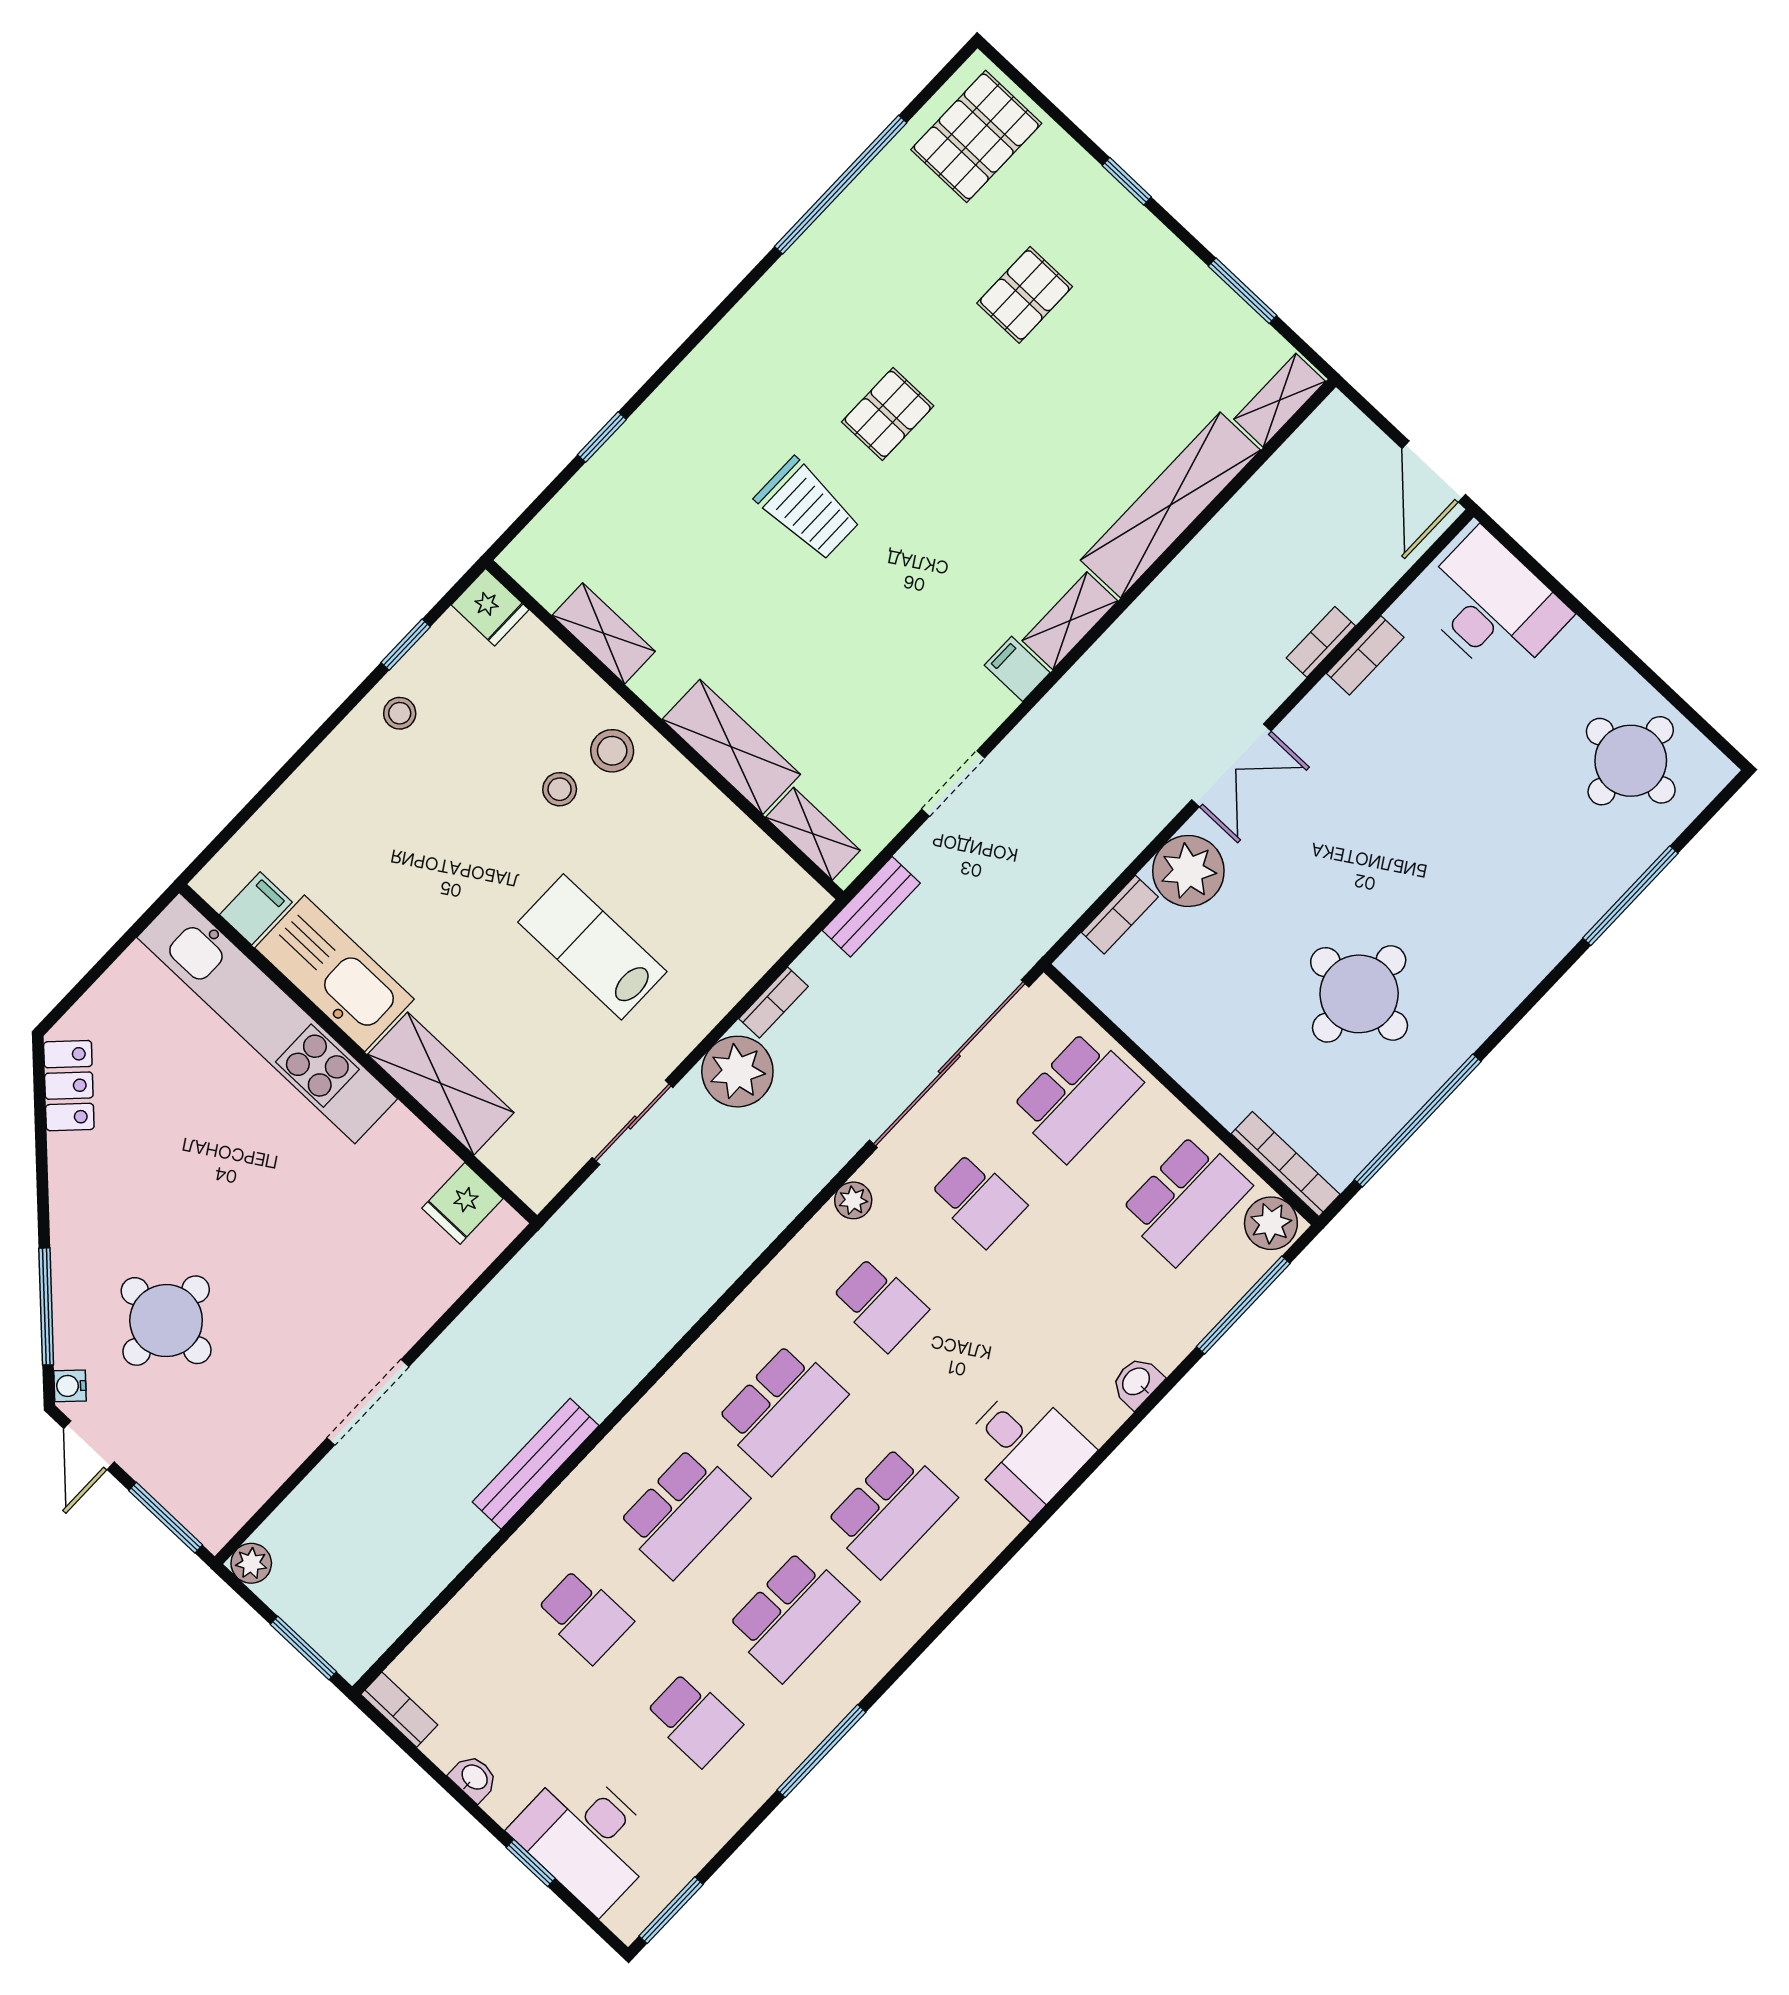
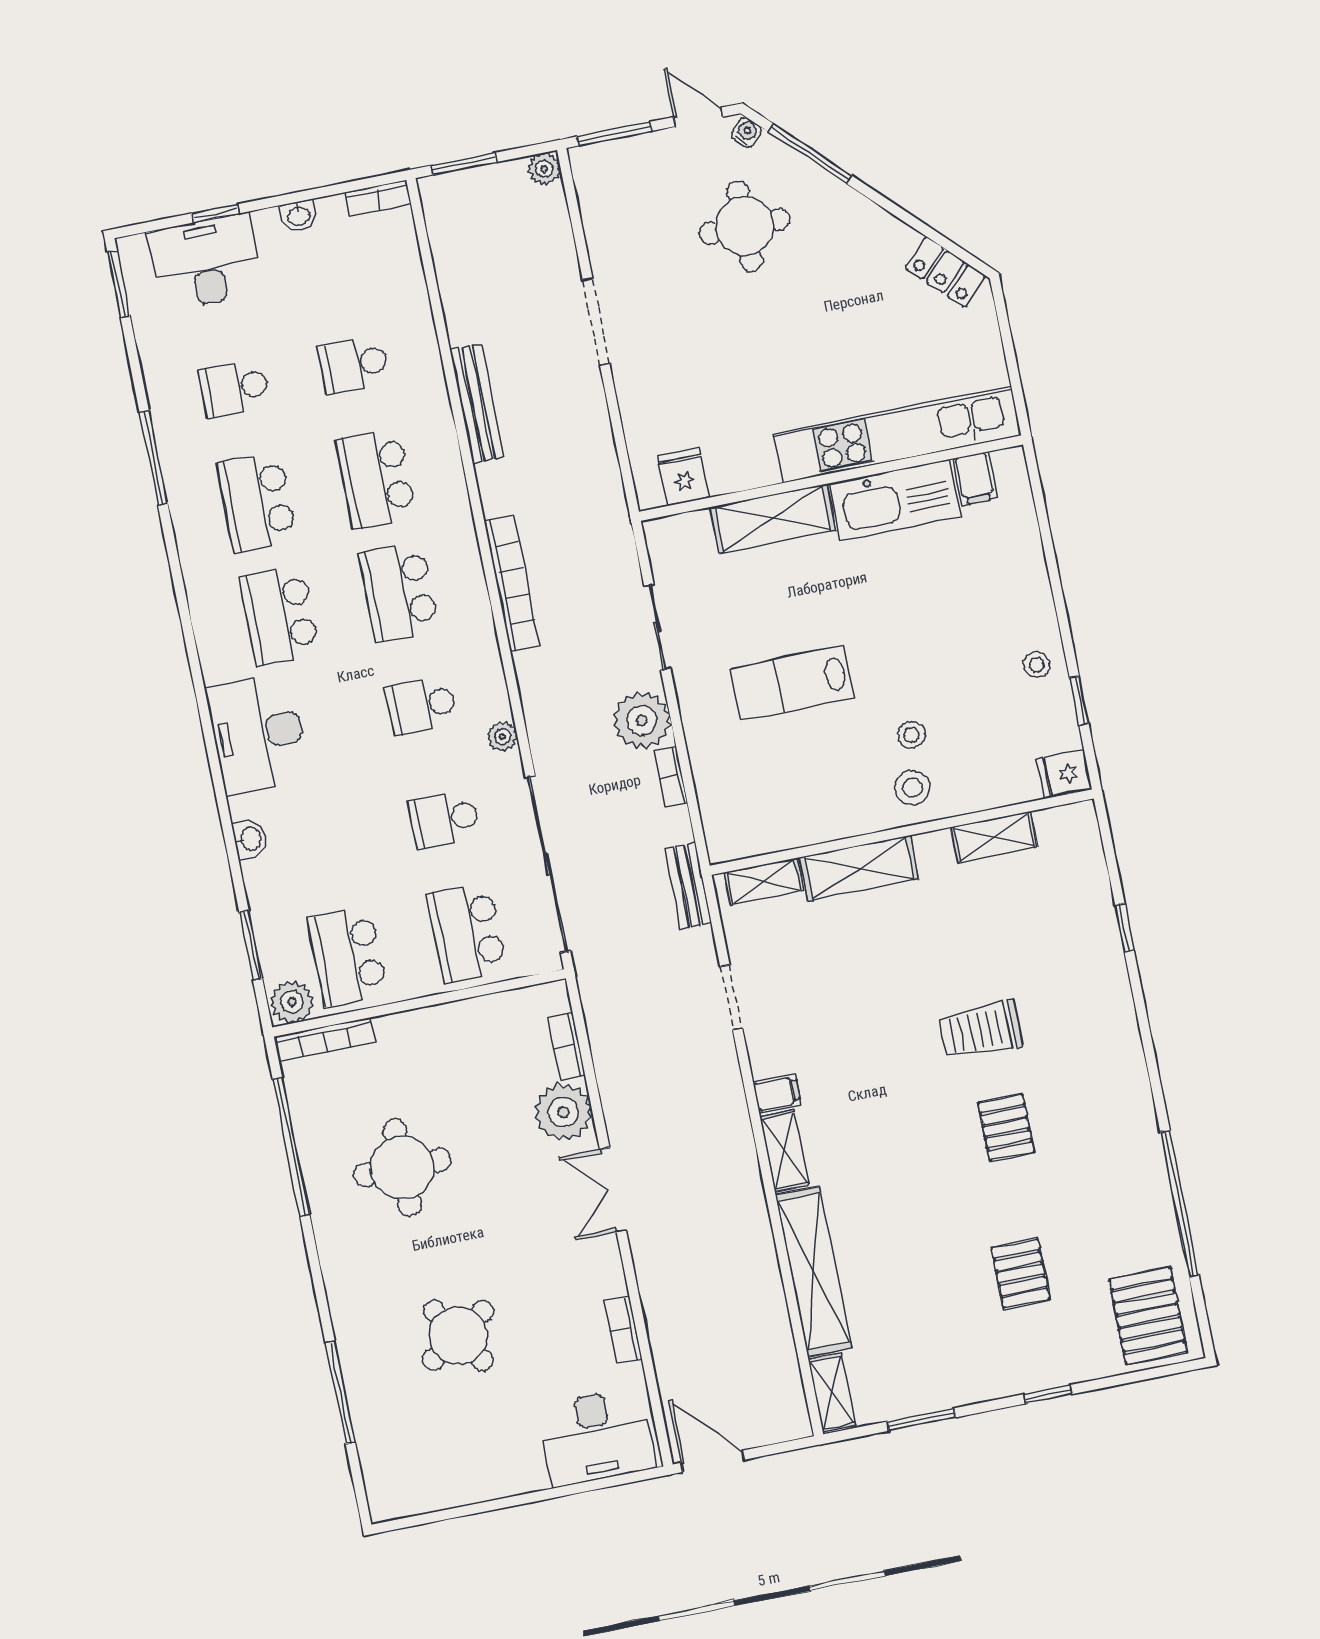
bookcase: (1321, 642) -> (512, 584), moved, width x2.31, depth x1.31
round table: (1631, 761) -> (458, 1336), moved, turned -33
lab bench: (592, 947) -> (792, 683), turned 180
window: (1243, 1305) -> (251, 945), width x0.69
desk: (1025, 1449) -> (257, 734), width x1.37

